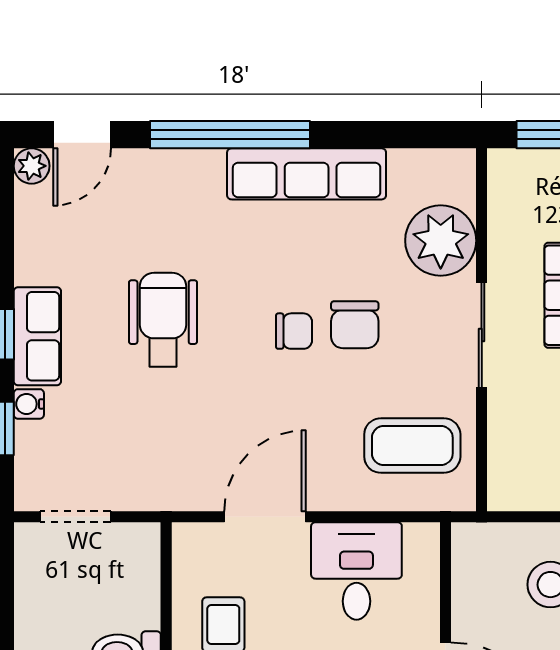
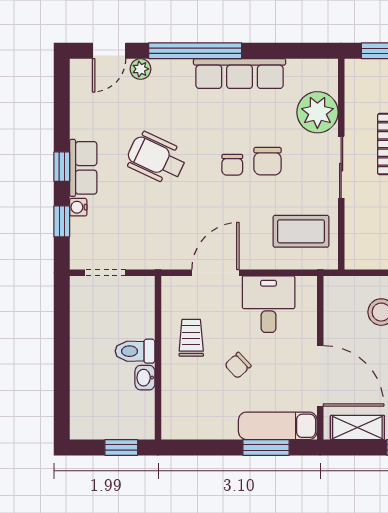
plant: (32, 166) -> (141, 69), moved
wheelchair: (163, 320) -> (156, 158), turned -65
chair: (294, 331) -> (232, 165), turned 90

